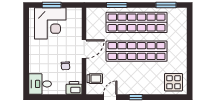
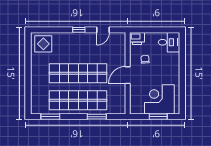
trolley: (95, 79) -> (117, 47), removed

